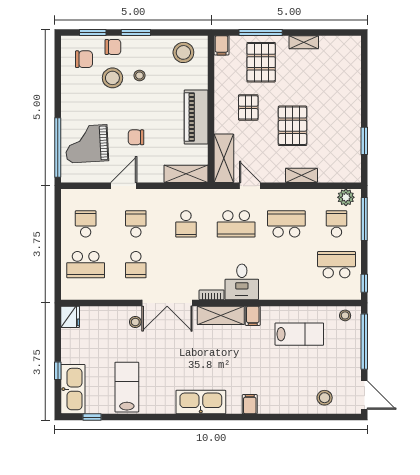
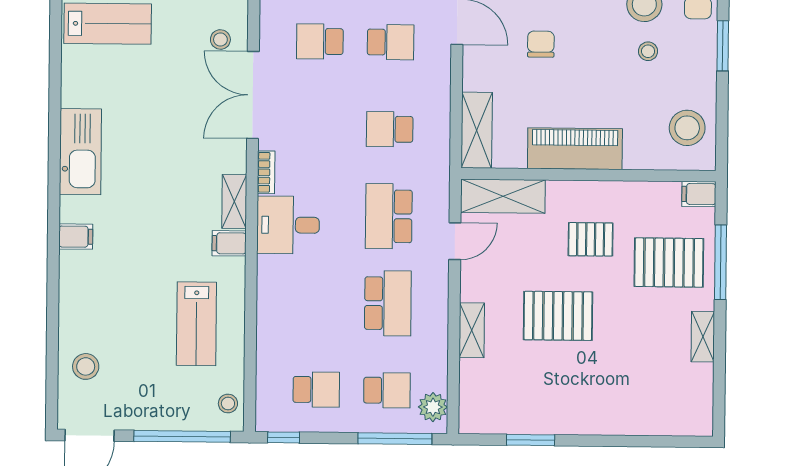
school desk: (336, 265) -> (316, 390), width x0.54
shelving: (221, 315) -> (234, 201), width x0.67, depth x0.75

